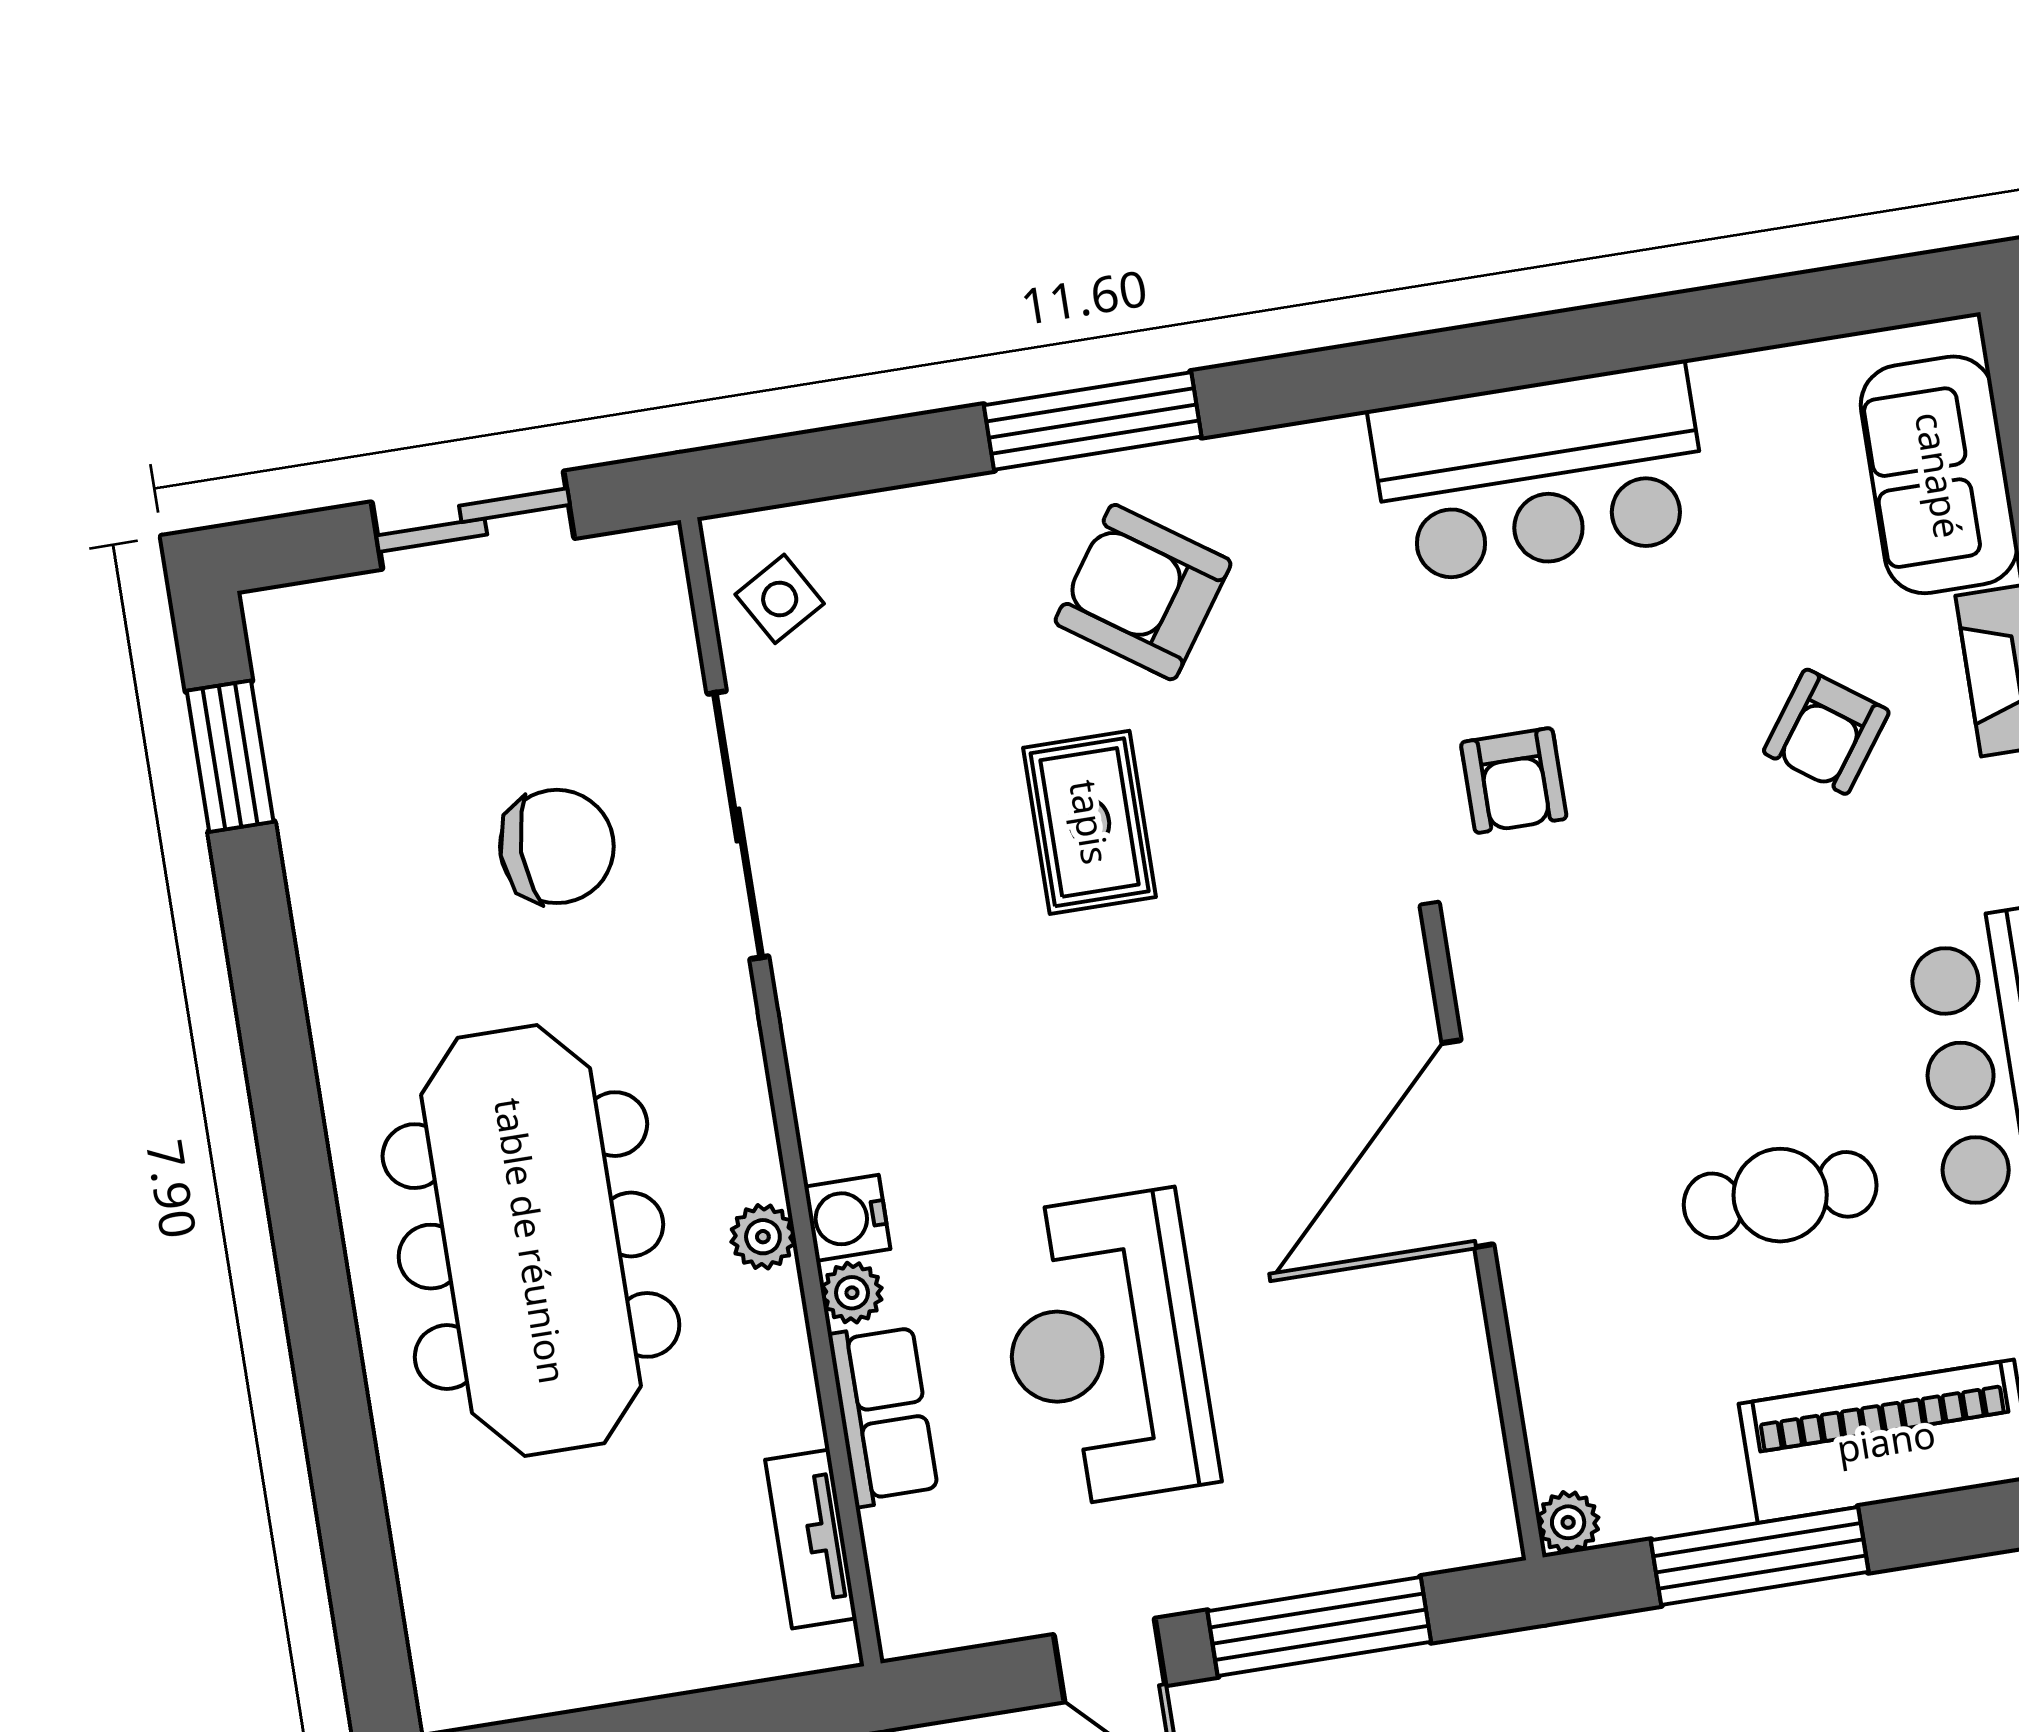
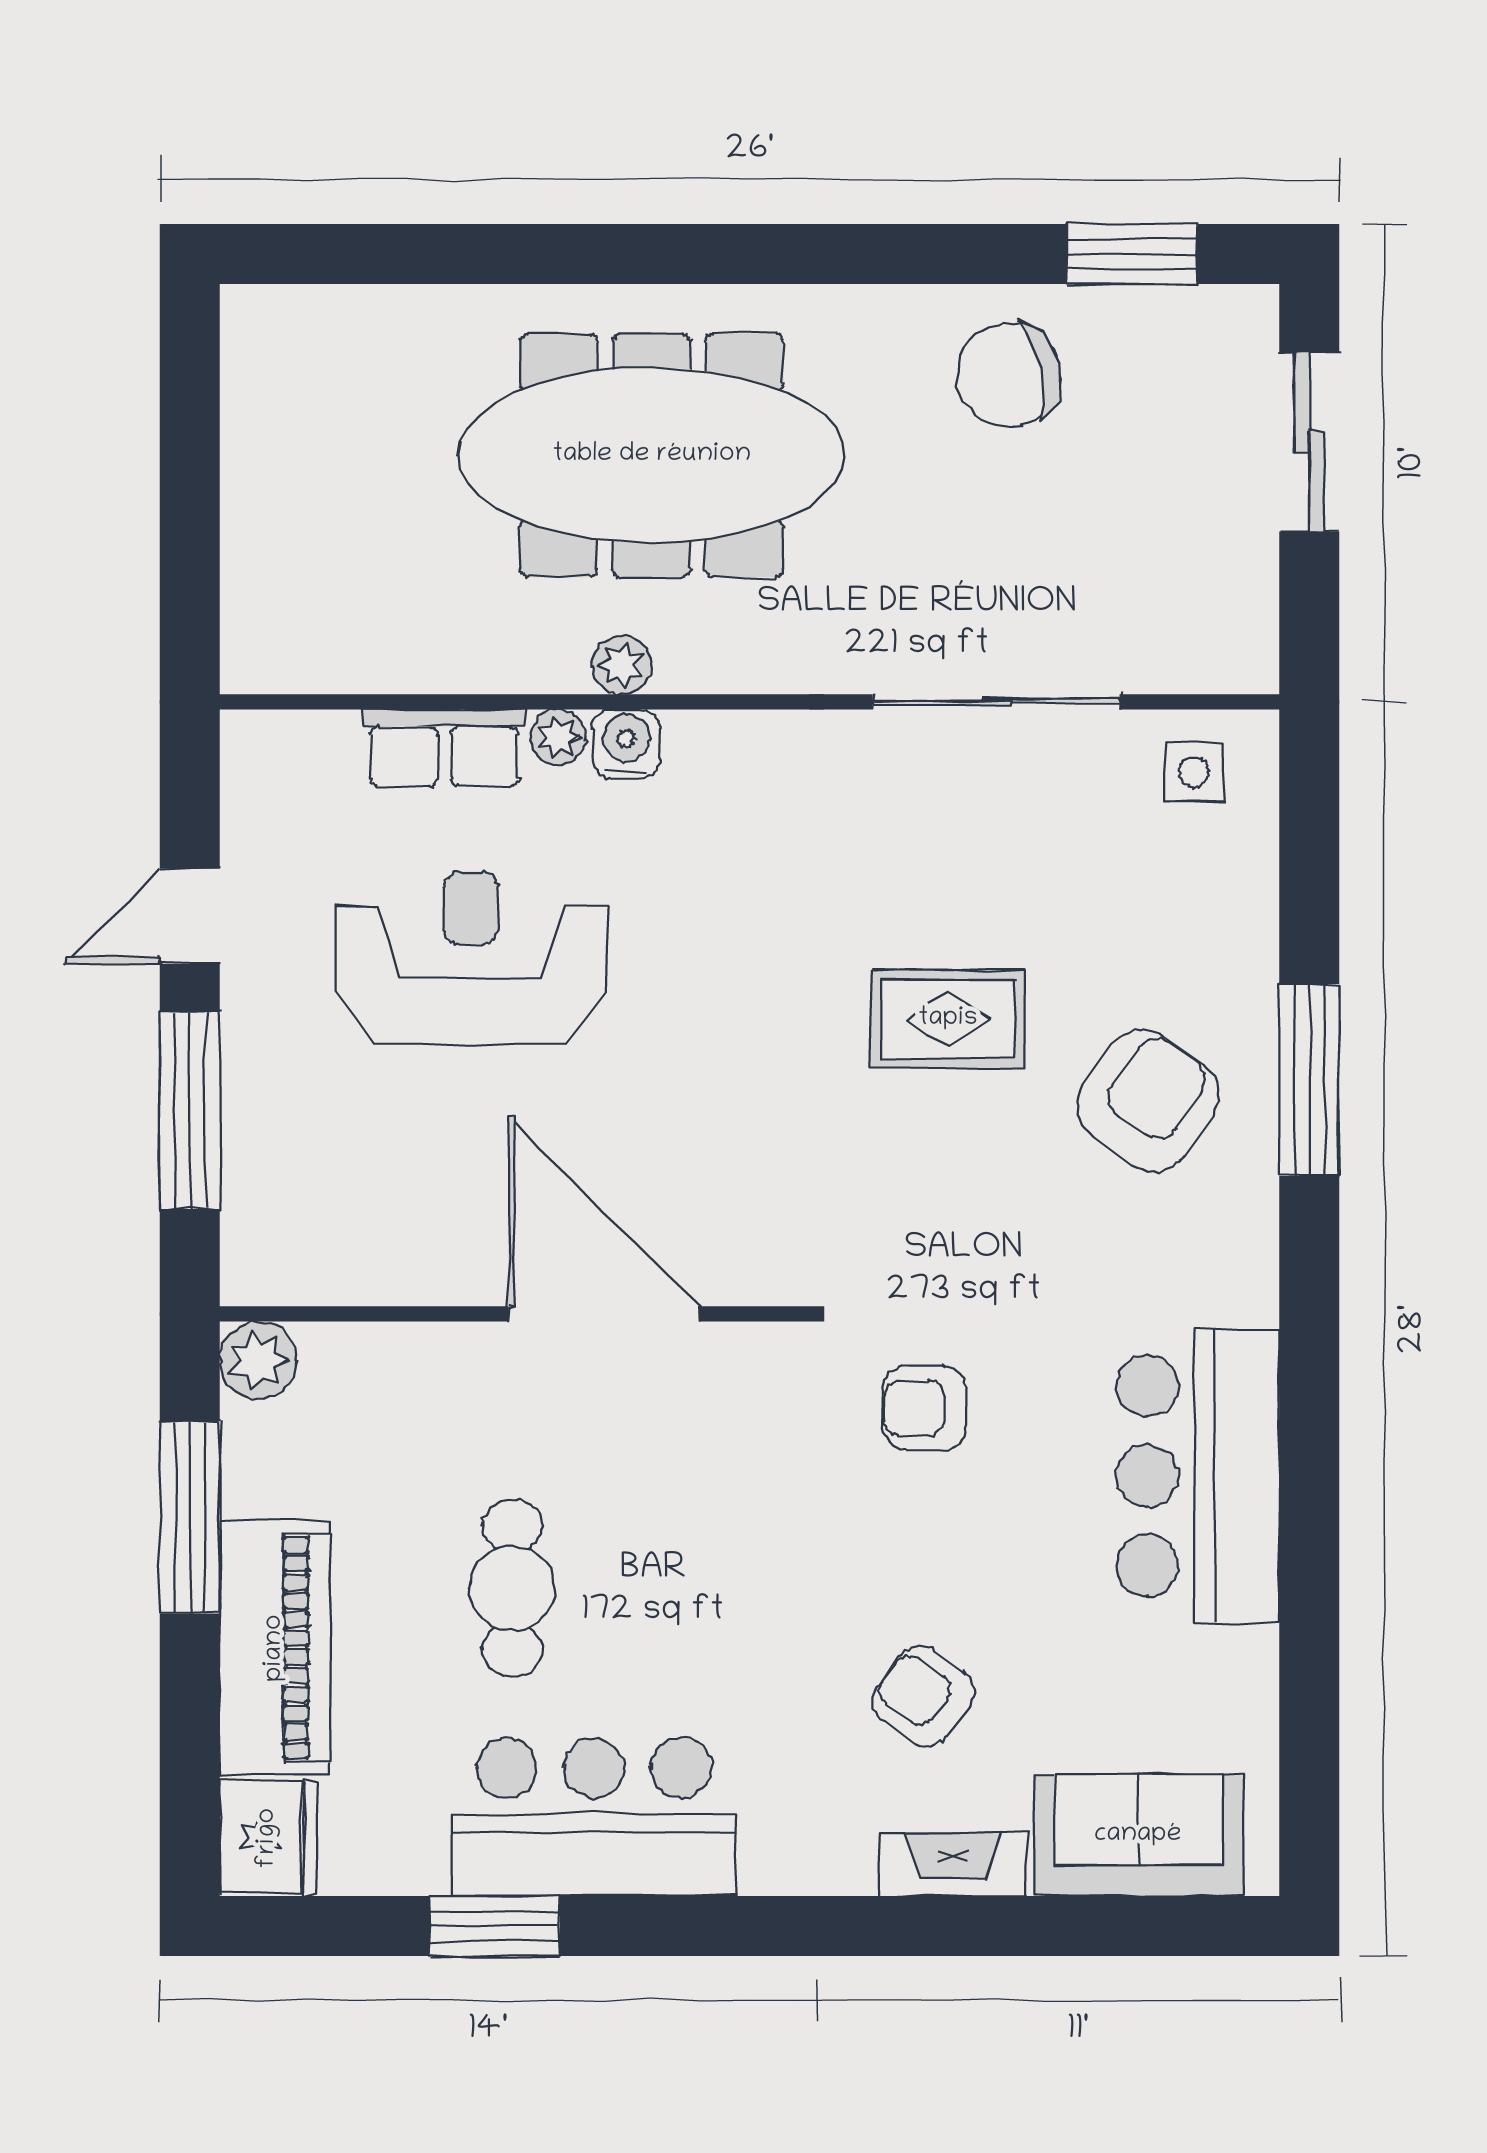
sliding door: (473, 520) -> (1309, 442), moved
side table: (780, 599) -> (1194, 772), turned 30
chair: (557, 846) -> (1009, 375), moved, turned 77
plant: (1568, 1522) -> (258, 1360), width x1.38, depth x1.38
tv unit: (811, 1539) -> (342, 665), removed

